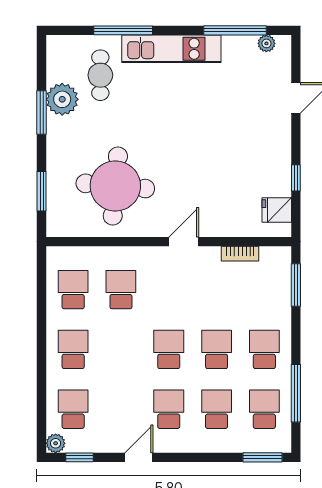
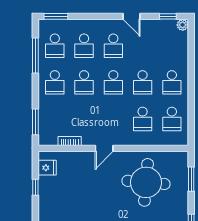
school desk: (73, 409) -> (143, 82), moved
door: (139, 457) -> (132, 16), hinge flipped

